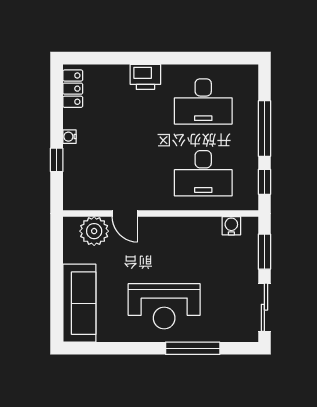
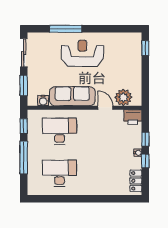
printer: (145, 77) -> (133, 117), moved, turned 180
window: (57, 122) -> (145, 161), added
sofa: (79, 303) -> (72, 96), moved, turned 90
window: (57, 315) -> (145, 48), added

